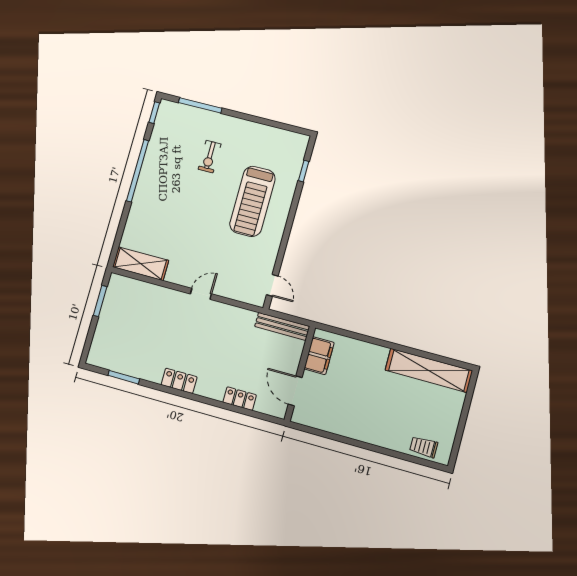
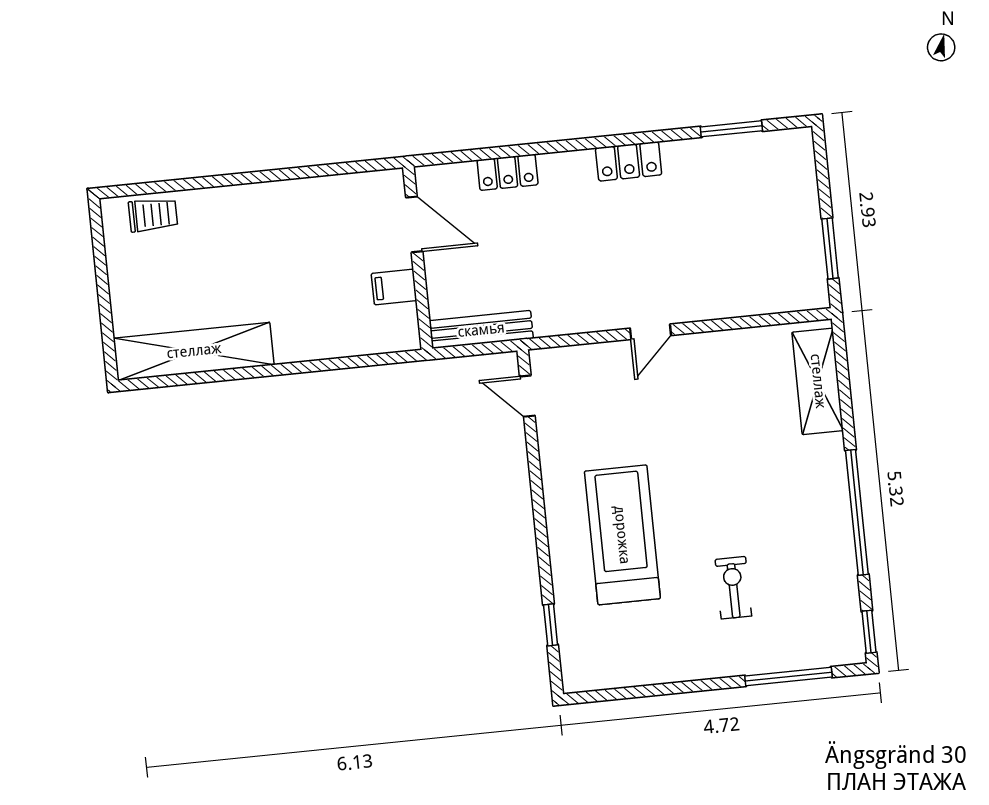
shelving: (141, 264) -> (818, 381), moved, turned 90
filing cabinet: (319, 356) -> (394, 287), width x0.50

